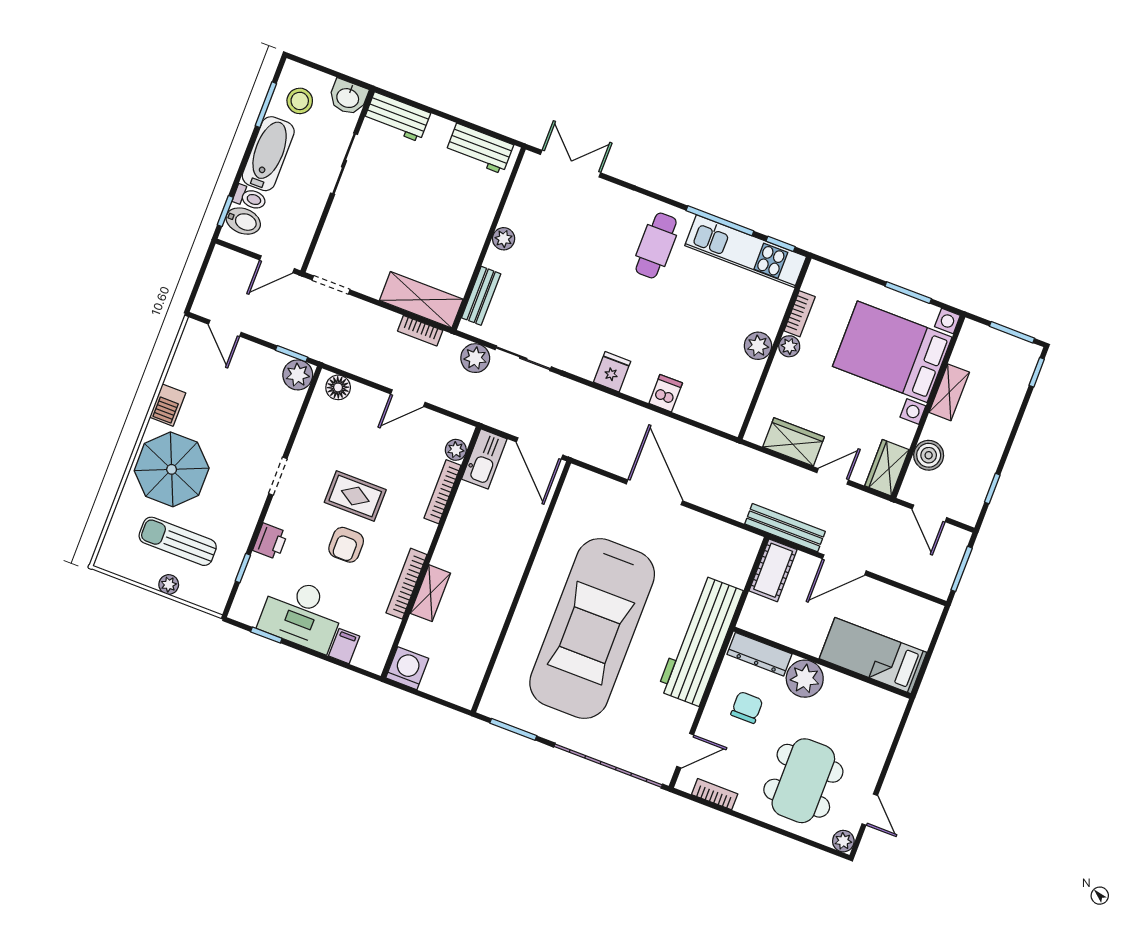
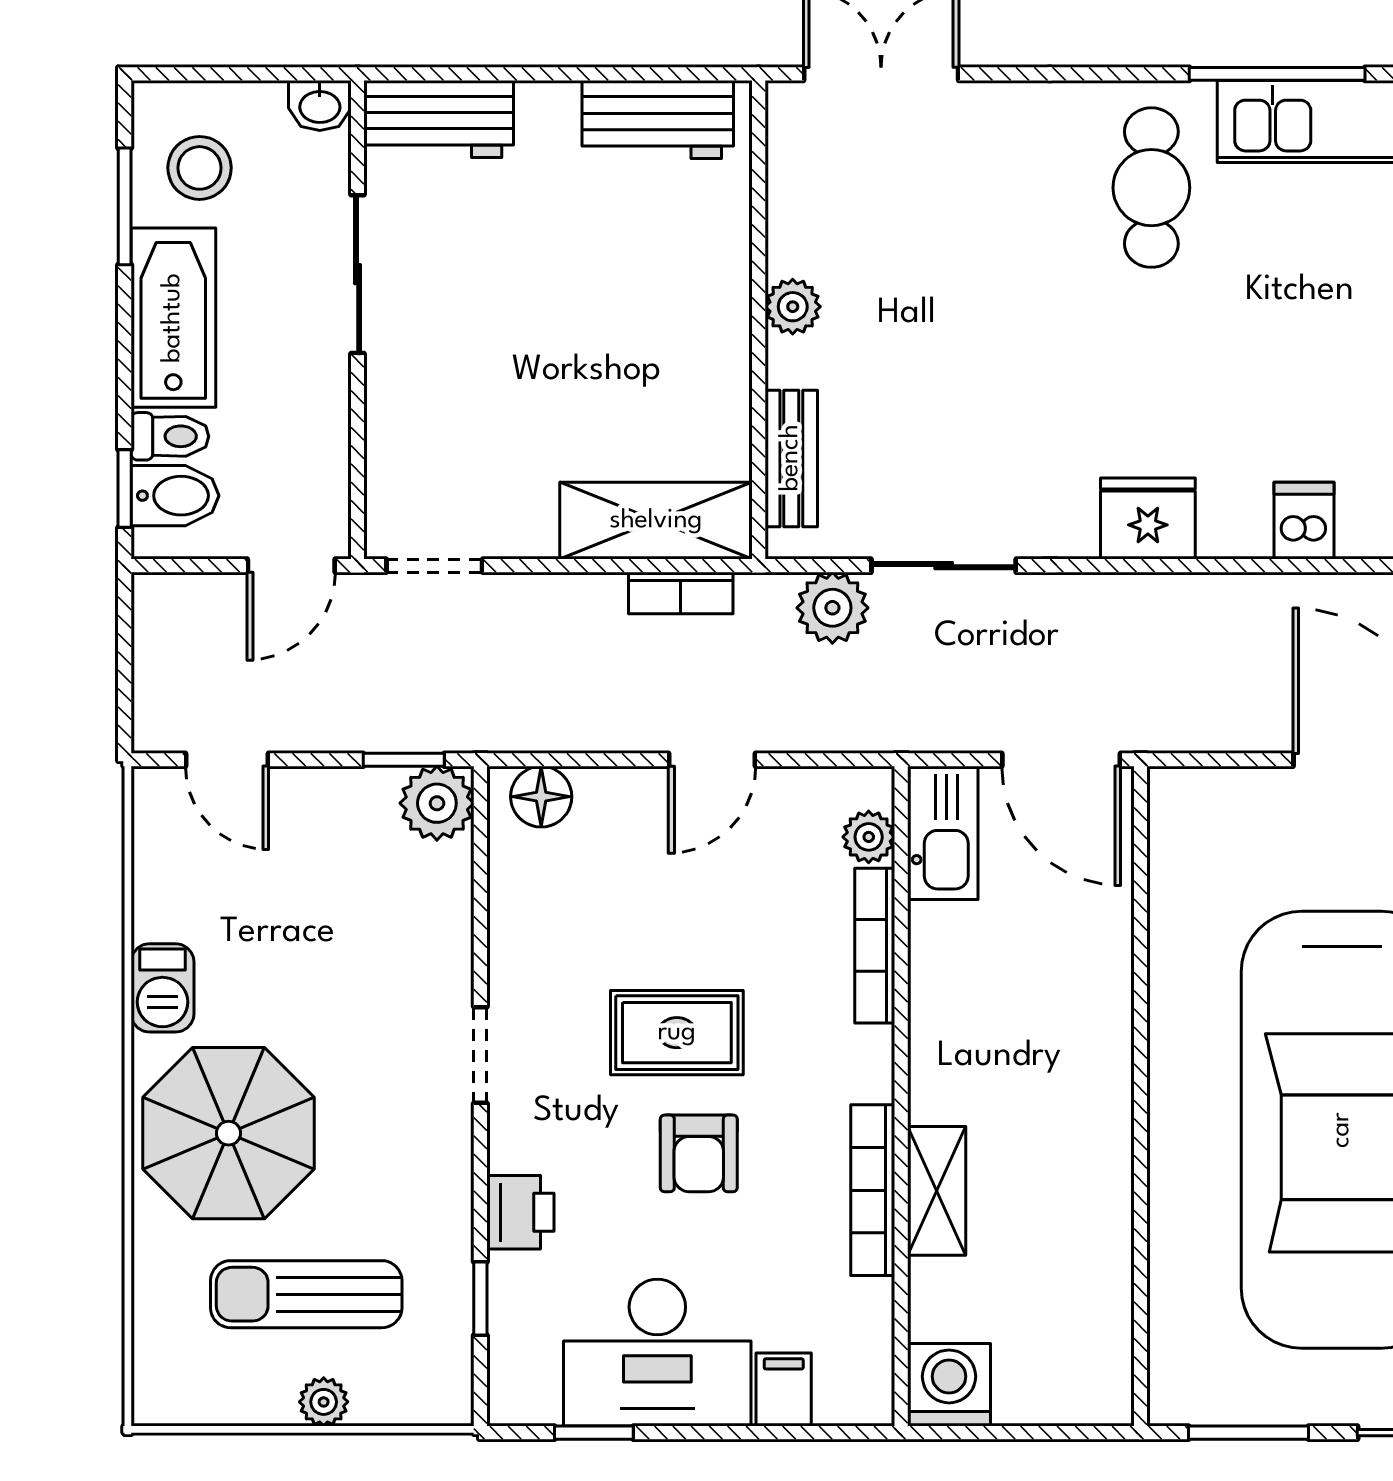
washbasin: (348, 97) -> (320, 106), width x0.72, depth x0.69
fridge: (612, 372) -> (1148, 518), width x1.38

